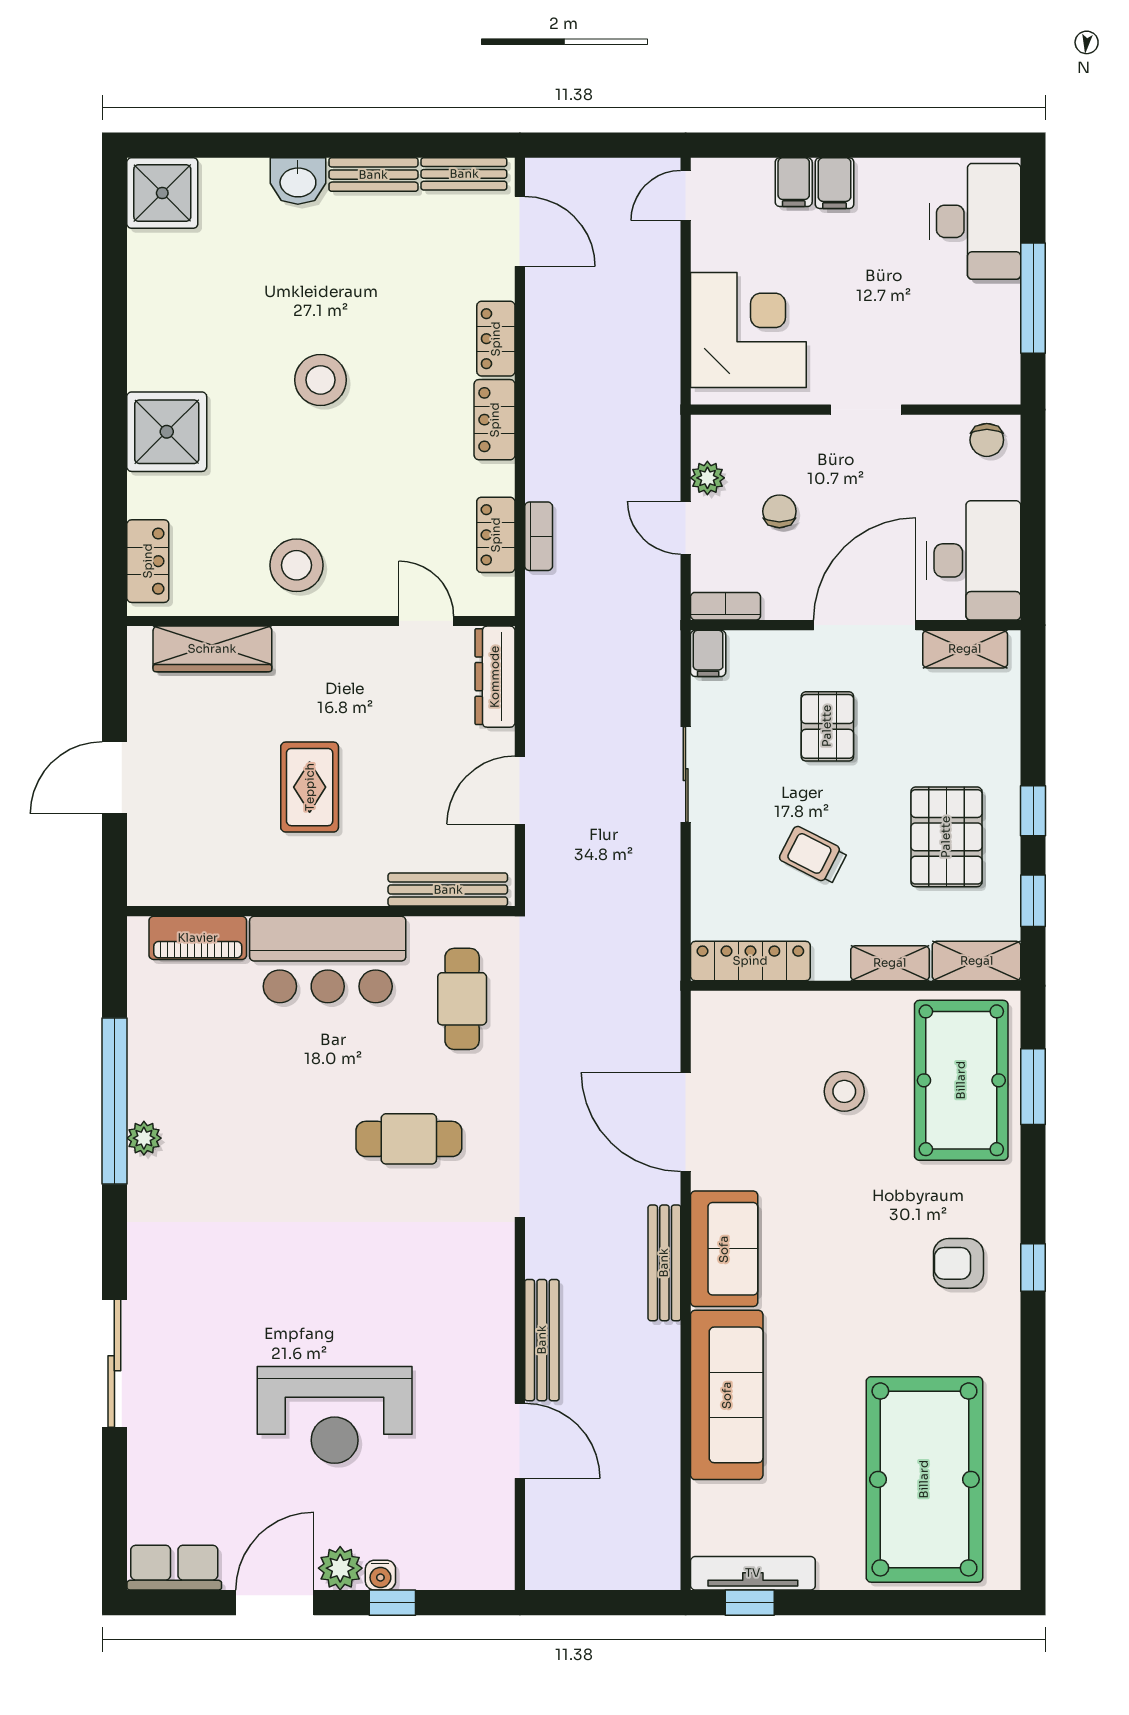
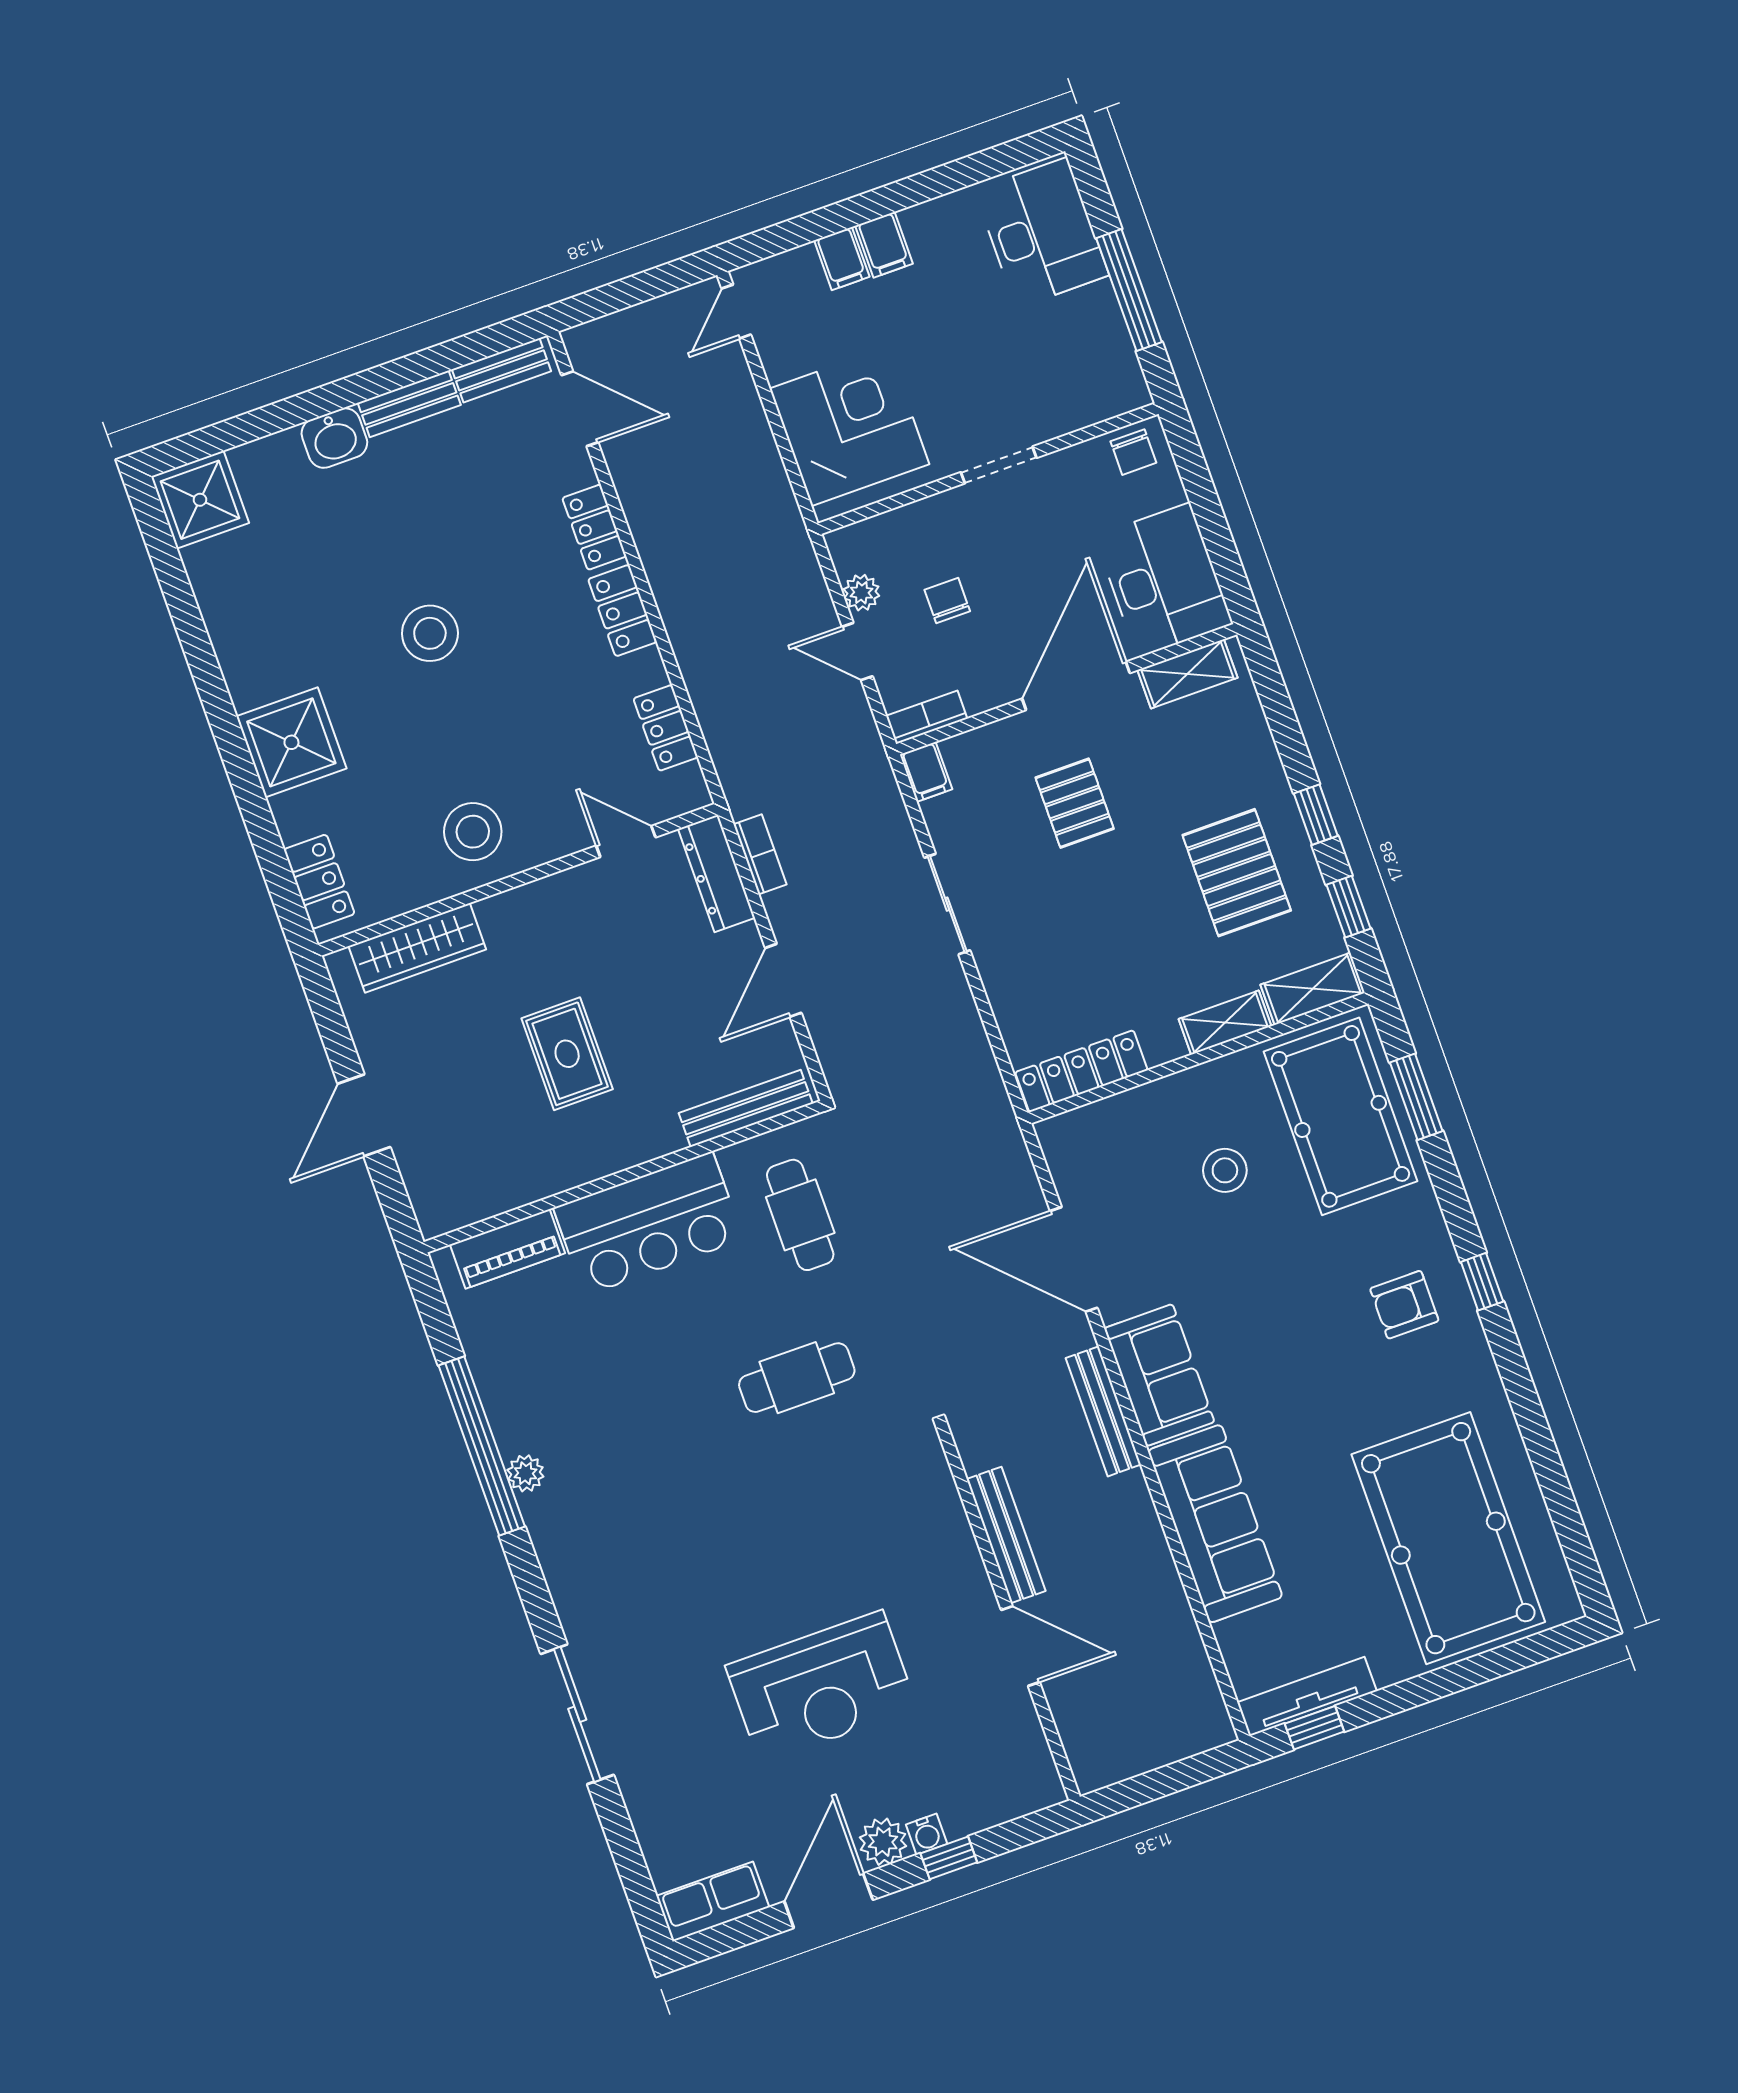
bookcase: (539, 536) -> (760, 854), moved
trolley: (813, 855) -> (1107, 940), removed

